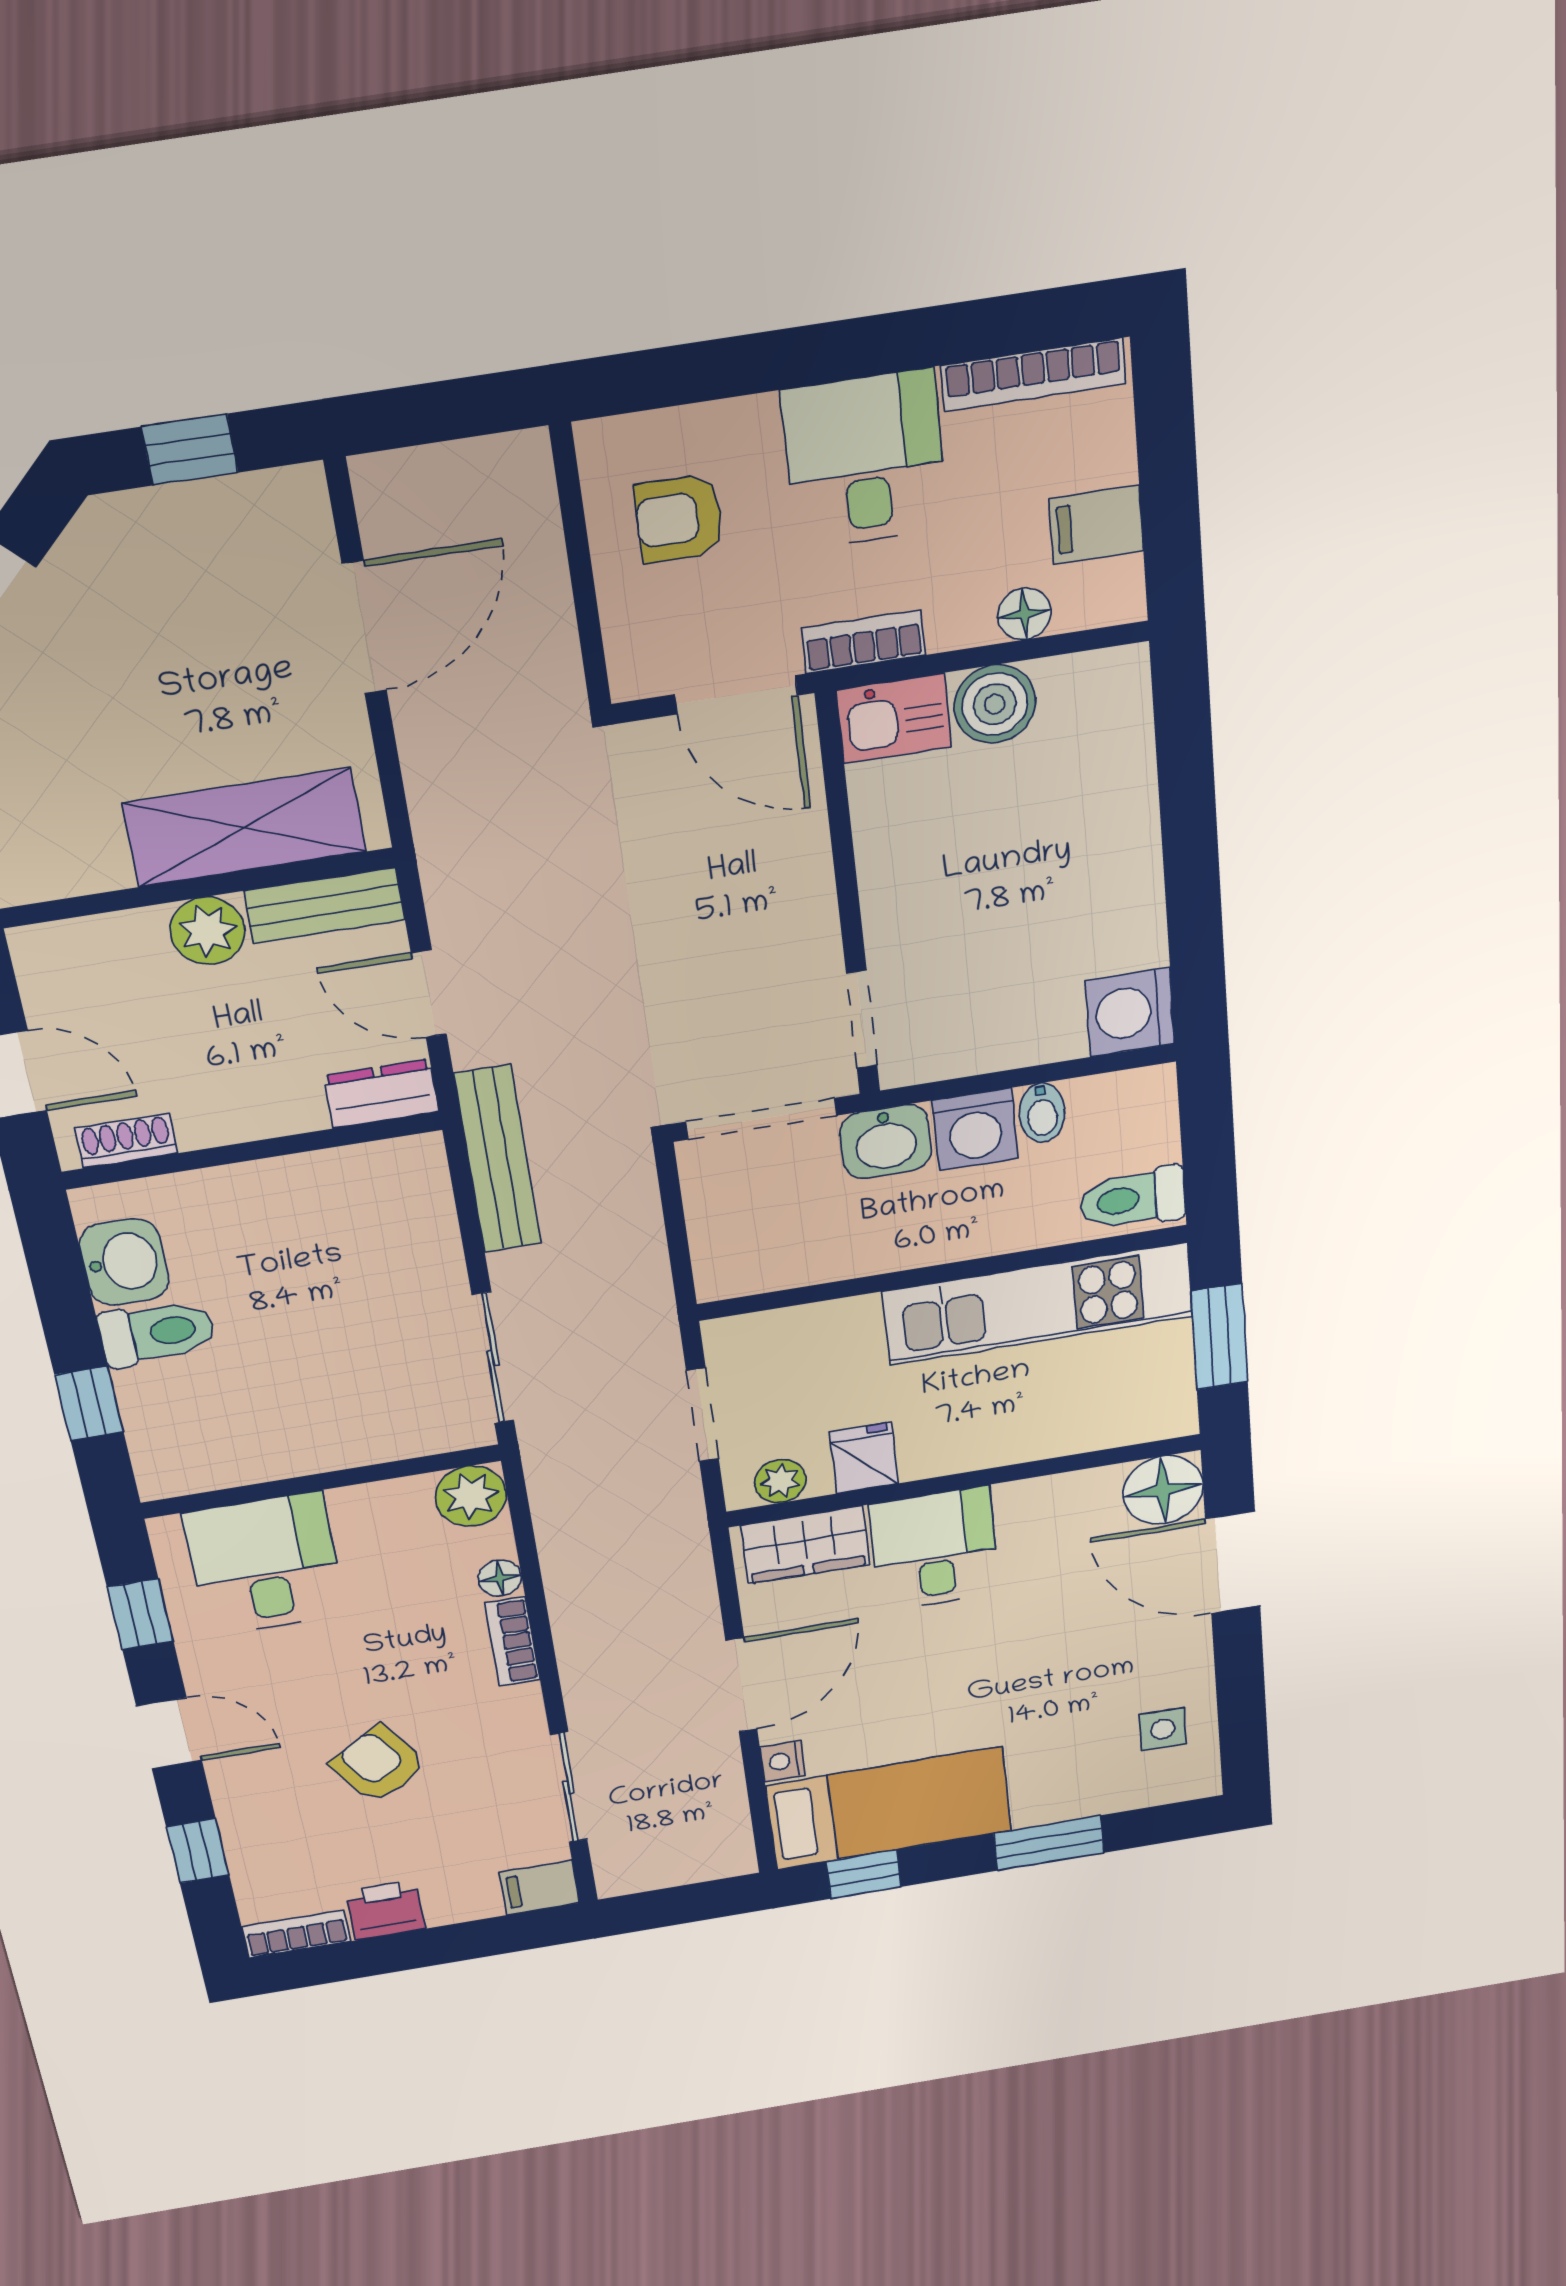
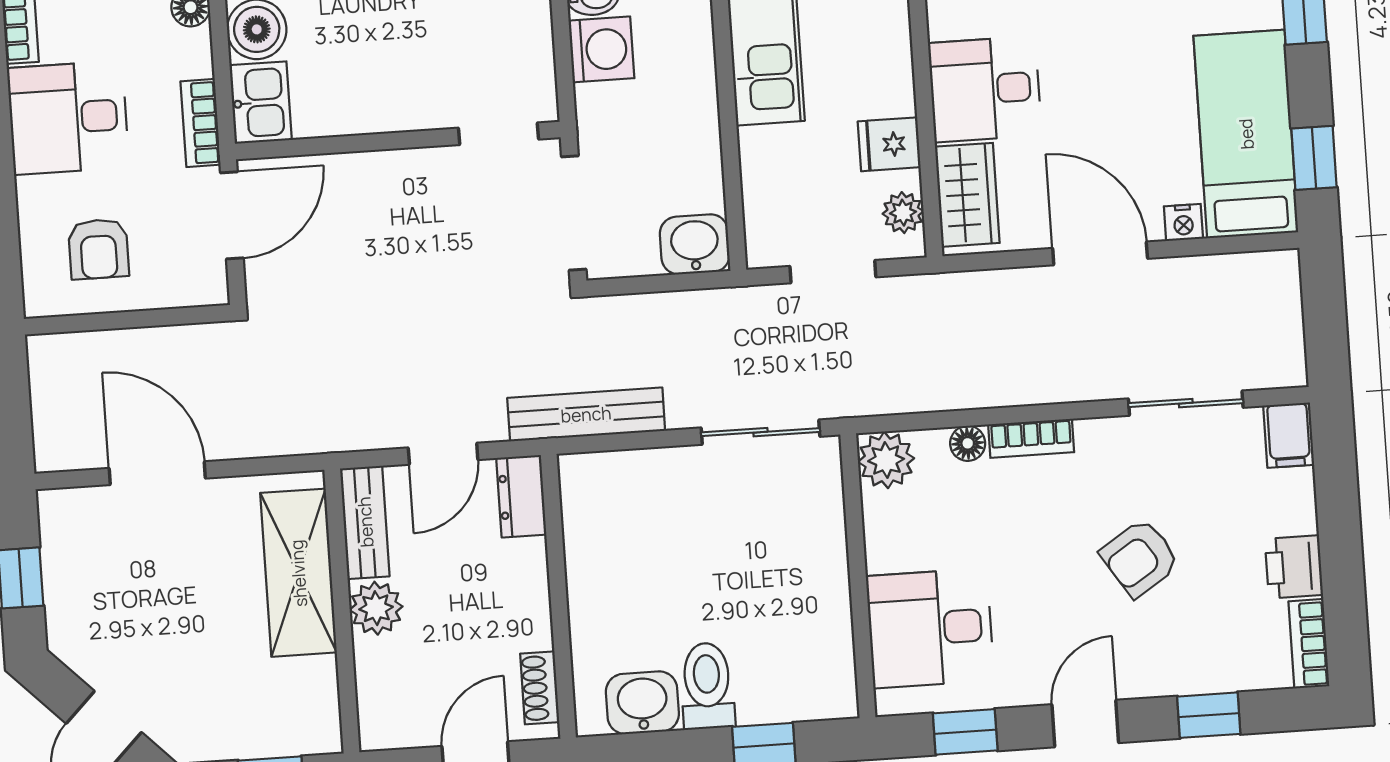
washbasin: (886, 1142) -> (695, 244), moved, turned -90

